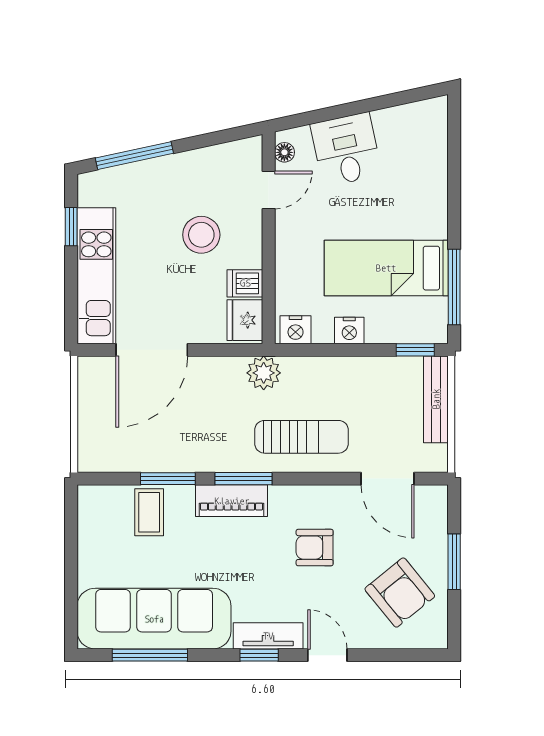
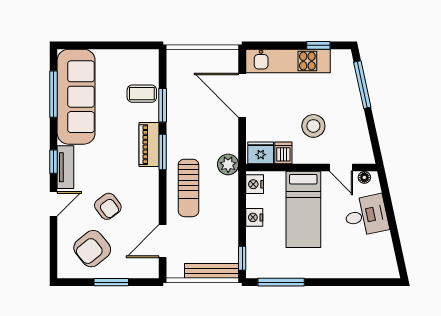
bed: (386, 268) -> (303, 209), moved, turned 180
armchair: (315, 548) -> (108, 206), moved, turned 143

